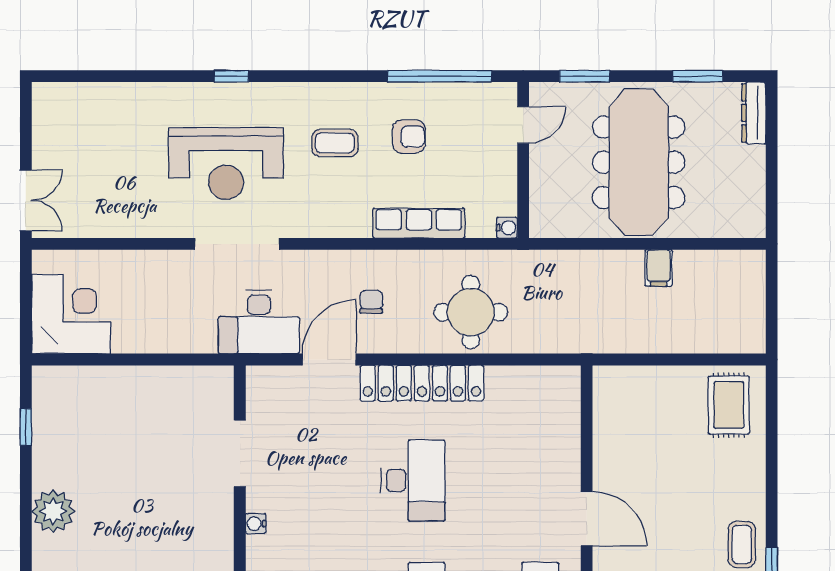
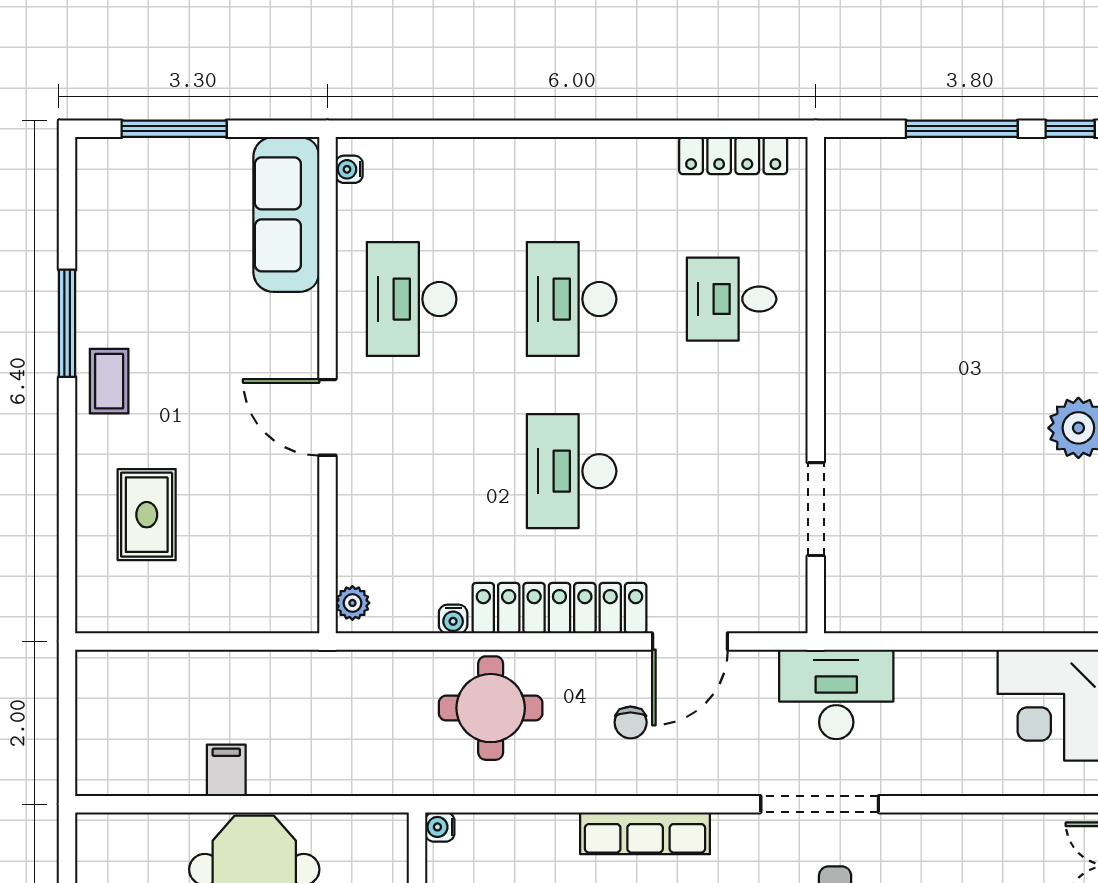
row of seats: (419, 223) -> (645, 833), moved
desk: (259, 322) -> (836, 694), moved
plant: (569, 387) -> (352, 603), added
rug: (729, 405) -> (147, 515), moved
water cooler: (256, 524) -> (453, 619), moved, turned 90

